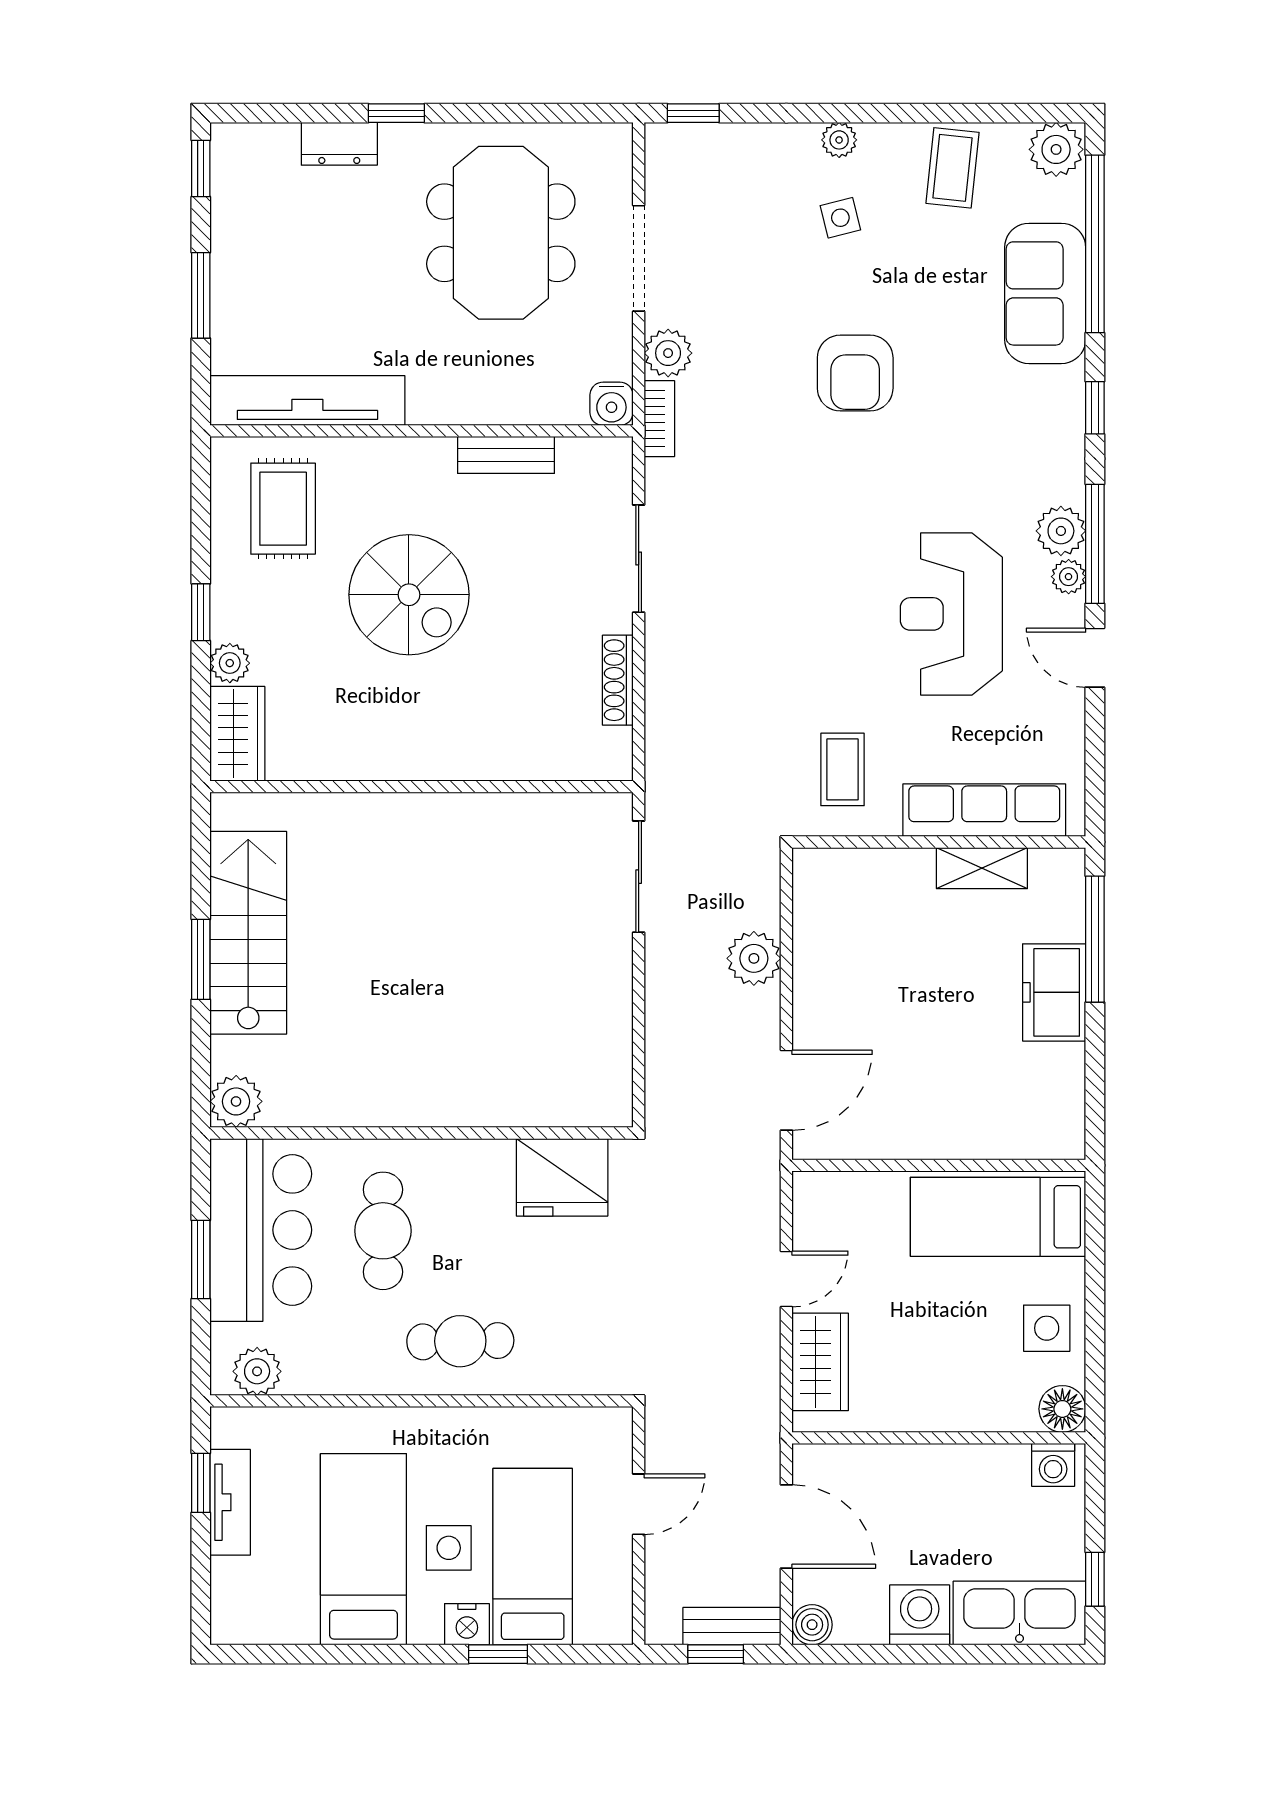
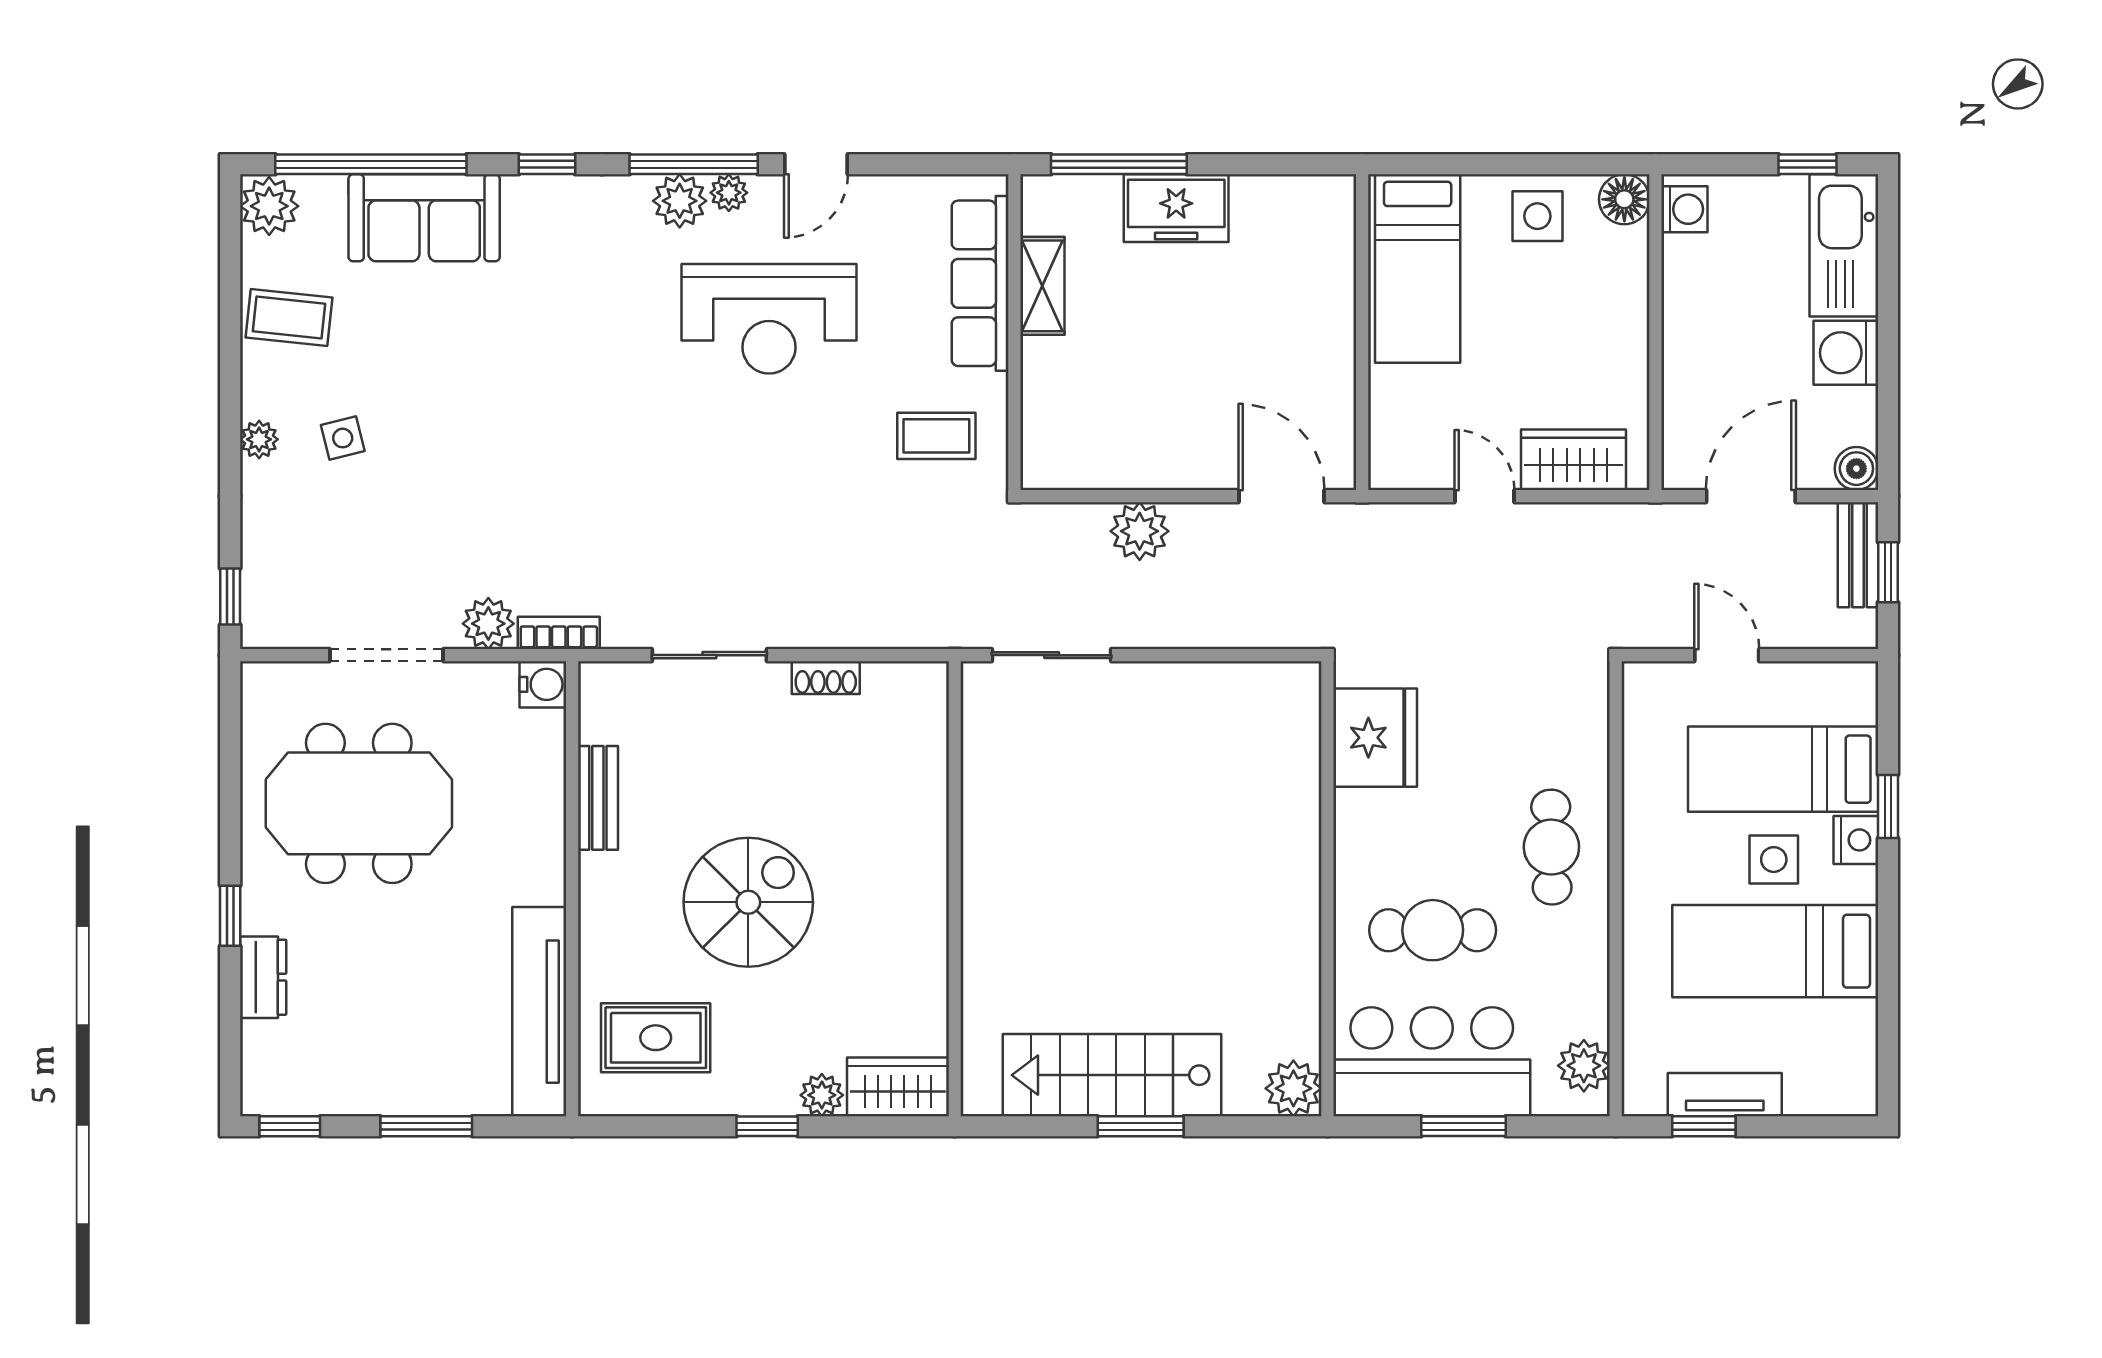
armchair: (855, 373) -> (510, 422), removed
shoe rack: (618, 680) -> (826, 678), width x0.70

